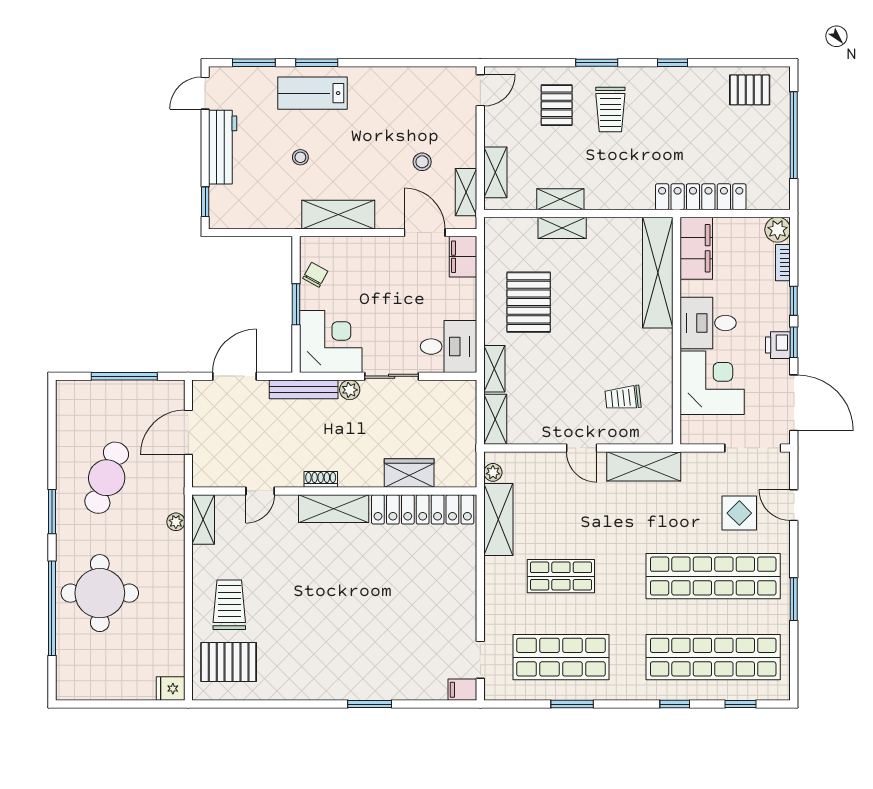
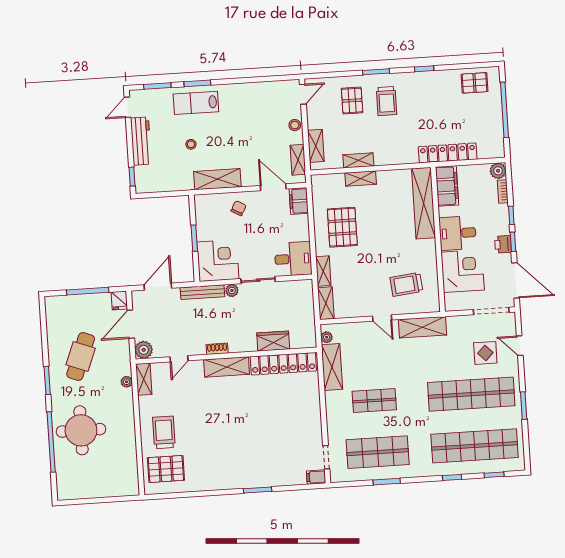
stool: (422, 162) -> (295, 125), moved
chair: (315, 275) -> (239, 208), moved
trolley: (623, 398) -> (406, 284), width x1.36, depth x1.39
plant: (206, 474) -> (144, 350), added
fridge: (171, 689) -> (119, 300), moved, turned -90

